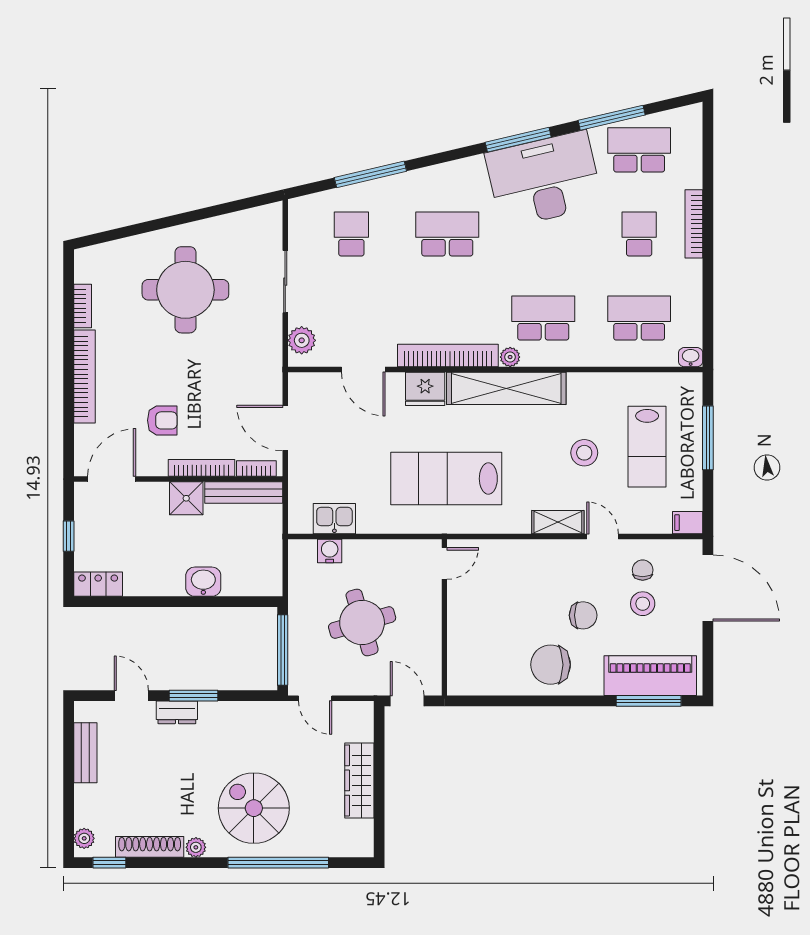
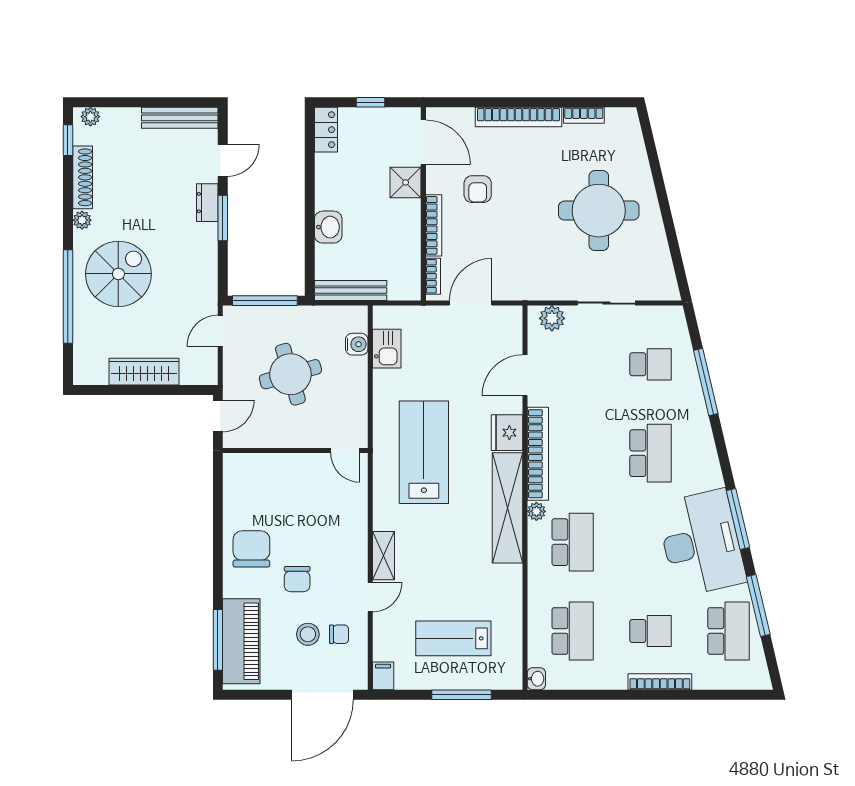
stool: (584, 453) -> (448, 580), removed
bench: (244, 493) -> (351, 291), moved, turned 90
shower: (186, 498) -> (406, 182), moved
bench: (85, 753) -> (180, 118), width x1.36

